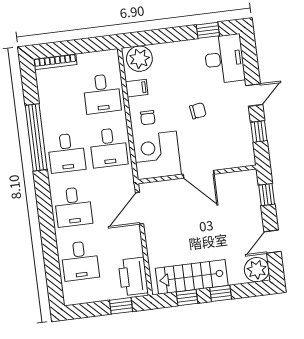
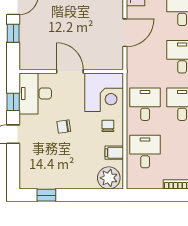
desk: (224, 59) -> (35, 94), moved
window: (267, 195) -> (13, 33), moved
door: (139, 208) -> (125, 33), moved

